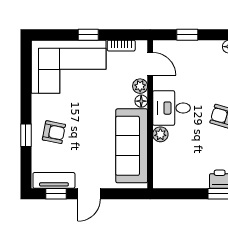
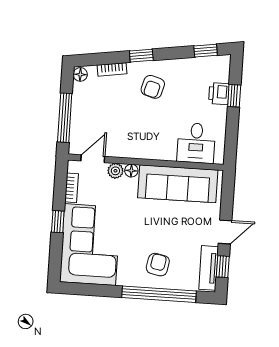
window: (187, 35) -> (65, 118), width x2.17
desk: (172, 108) -> (196, 143), moved
plant: (160, 134) -> (168, 153), removed
window: (26, 135) -> (159, 294), width x3.17
door: (89, 194) -> (225, 232), hinge flipped

